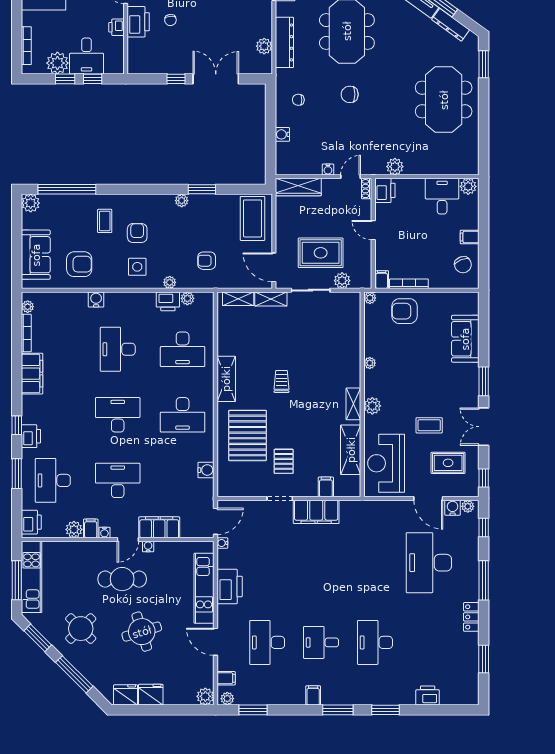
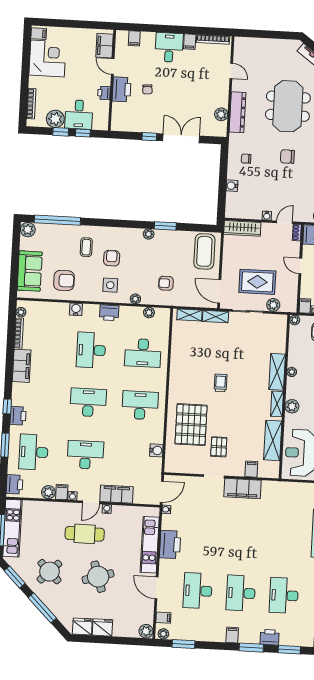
printer: (168, 301) -> (109, 313), moved
shelving: (226, 379) -> (277, 372), moved
desk: (183, 415) -> (140, 405), turned 180
desk: (321, 642) -> (241, 593), width x1.37
printer: (360, 696) -> (270, 637), added

